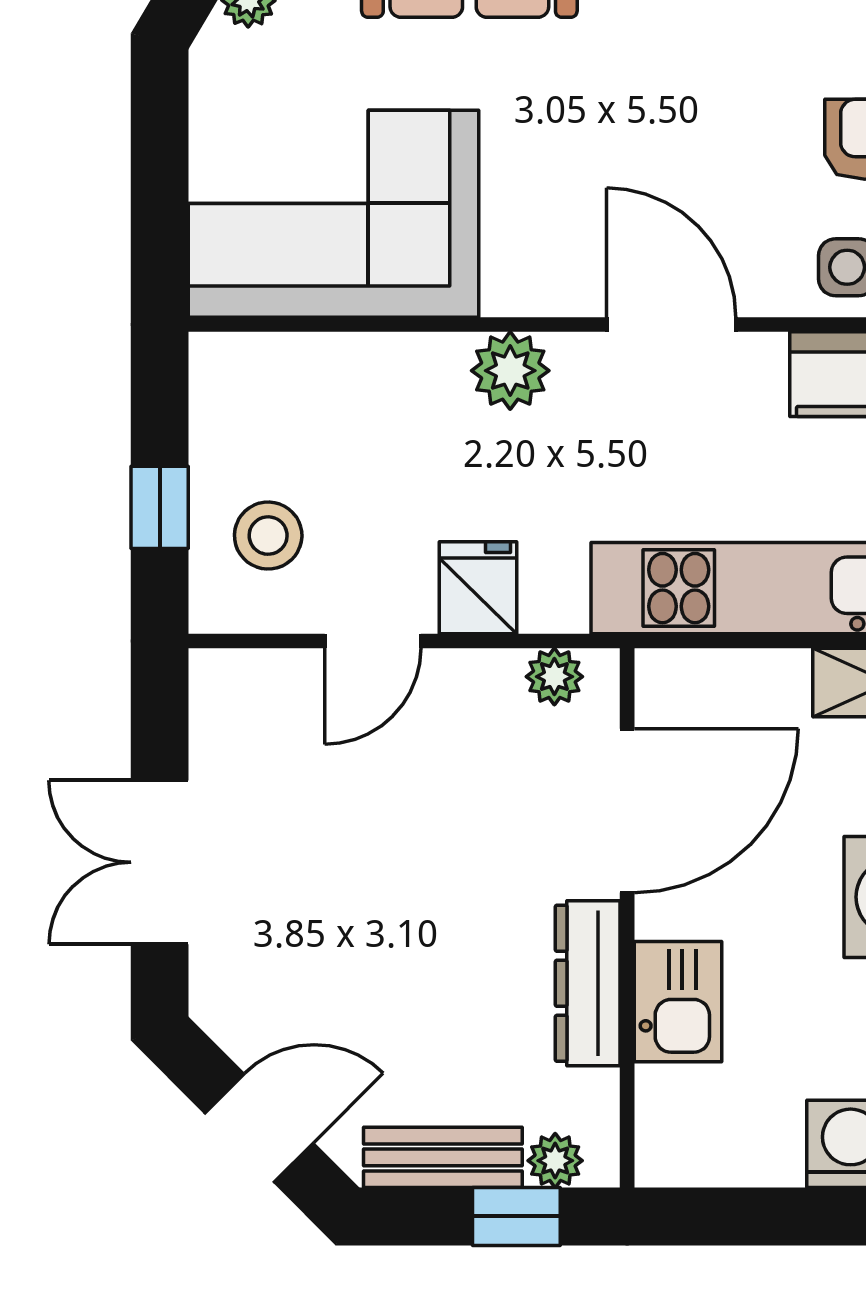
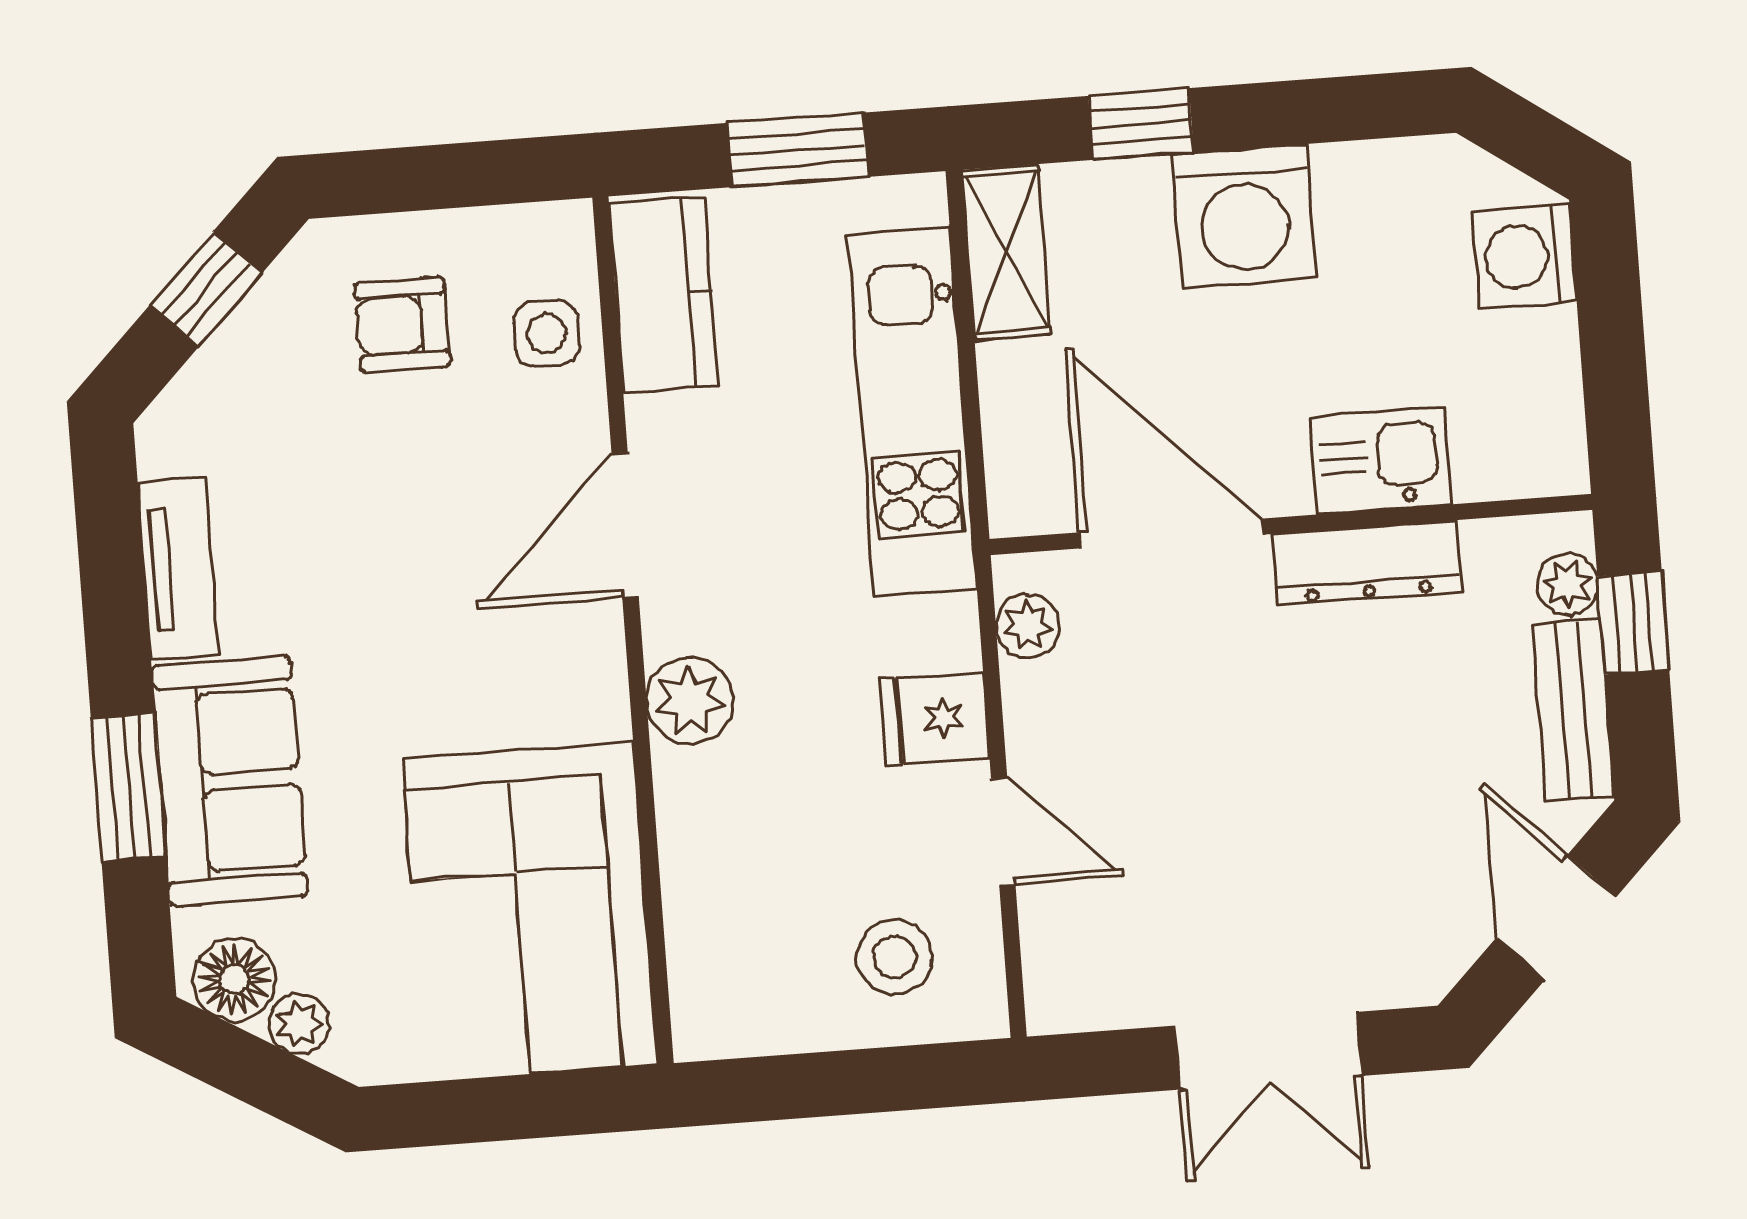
window: (160, 507) -> (872, 1081), removed

